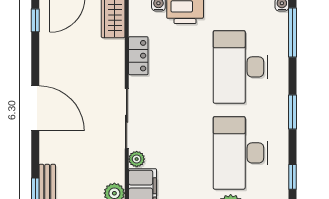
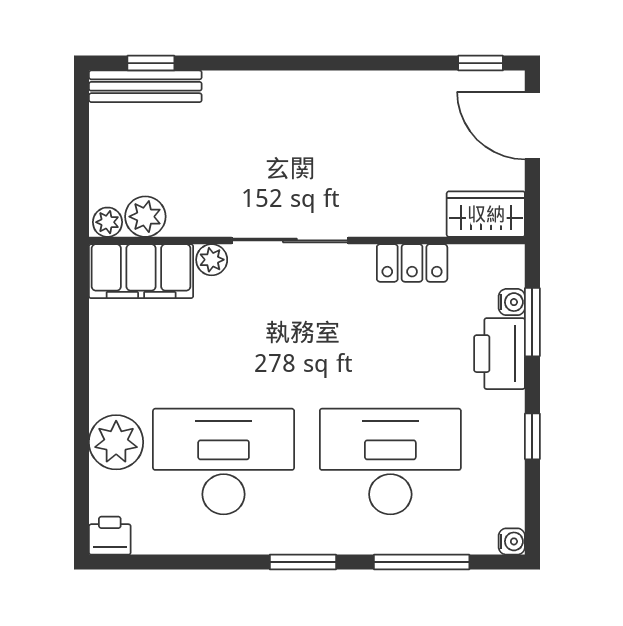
window: (292, 32) -> (422, 562), moved
door: (35, 108) -> (310, 63), removed
window: (292, 177) -> (177, 562), removed

